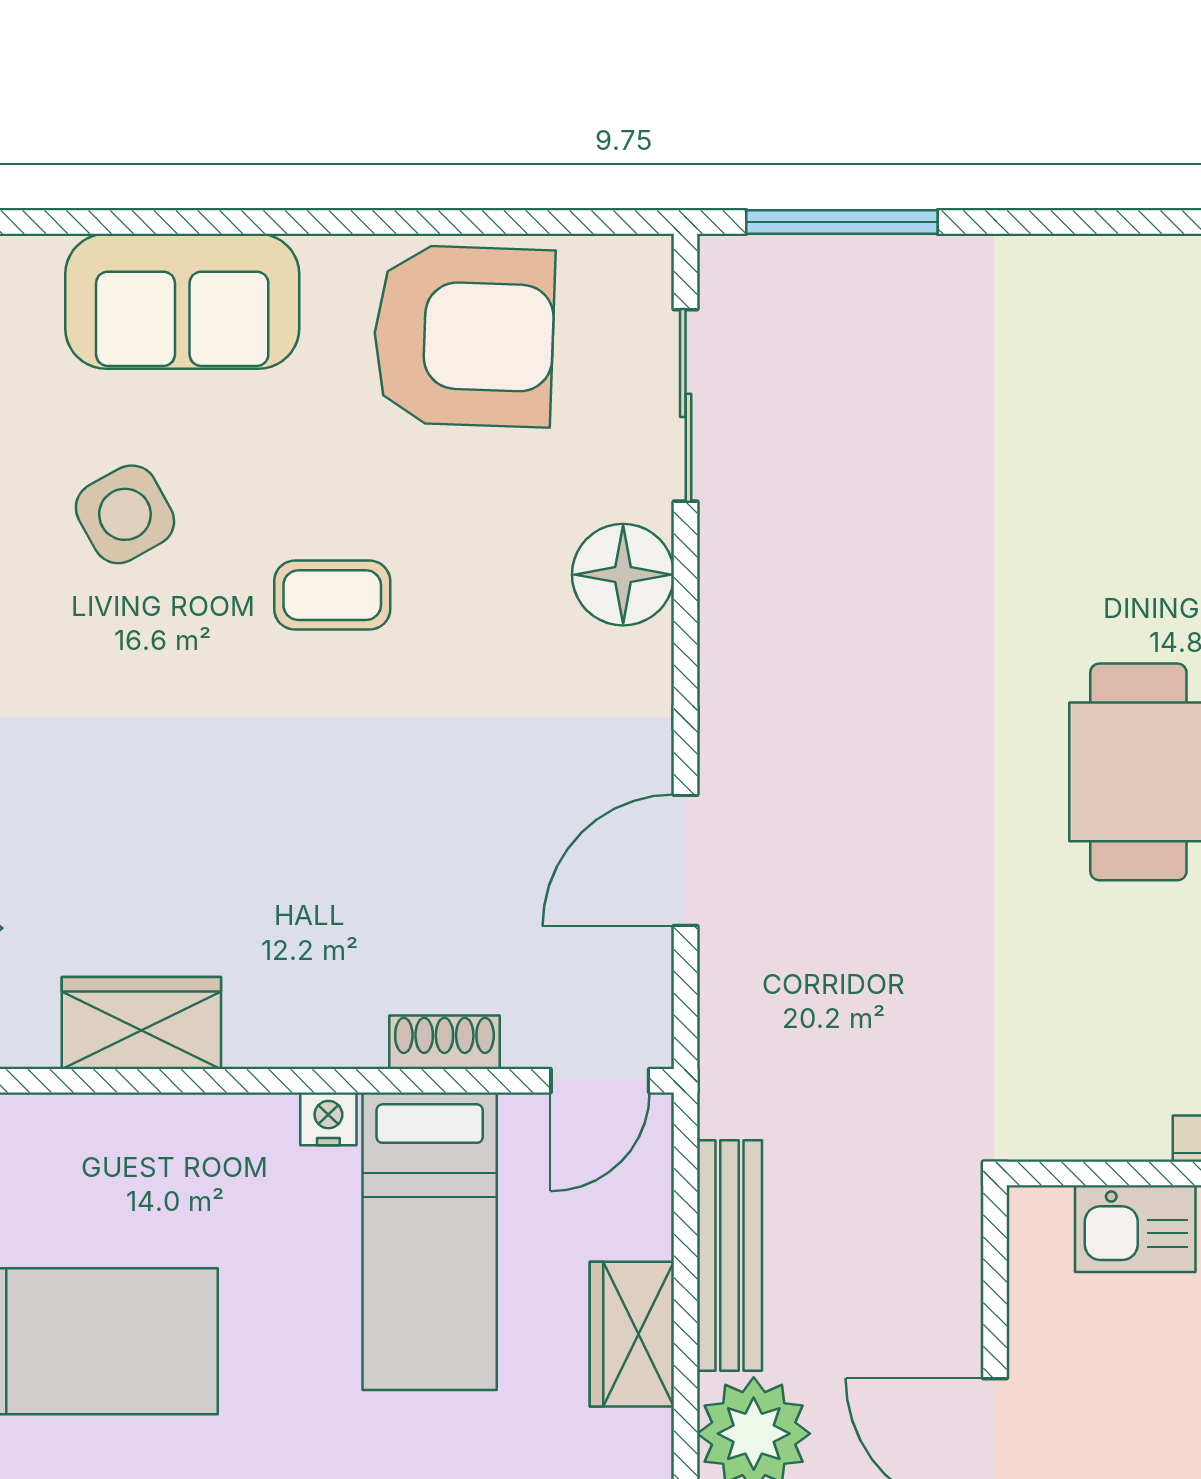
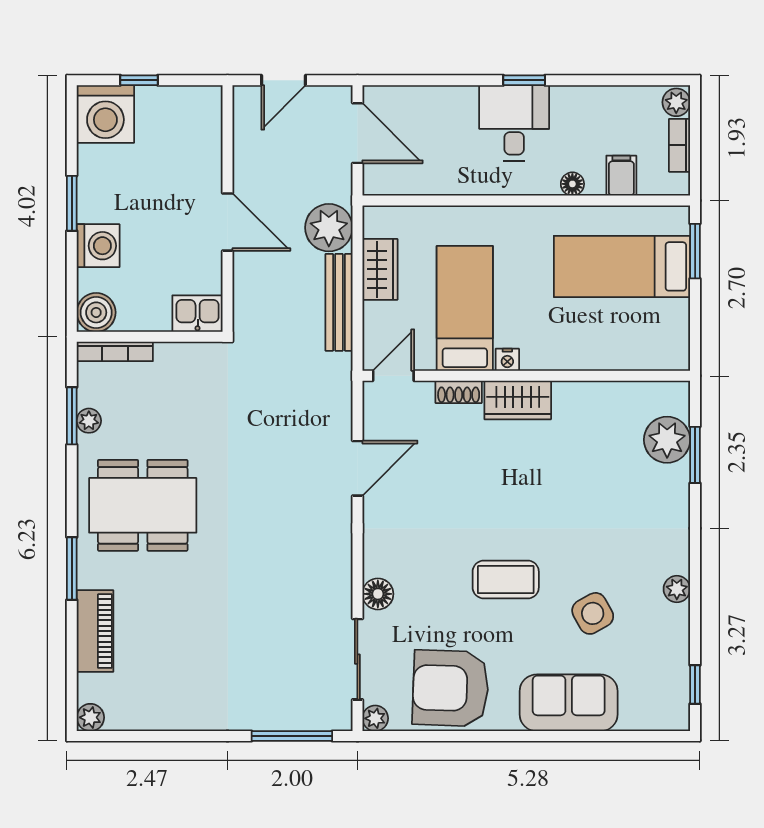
plant: (643, 264) -> (375, 718), added
floor lamp: (623, 575) -> (378, 594), width x0.73, depth x0.73
coffee table: (332, 595) -> (506, 580), width x1.36, depth x1.30
wardrobe: (141, 1023) -> (518, 400), moved
kitchen sink: (1135, 1229) -> (198, 314), moved

